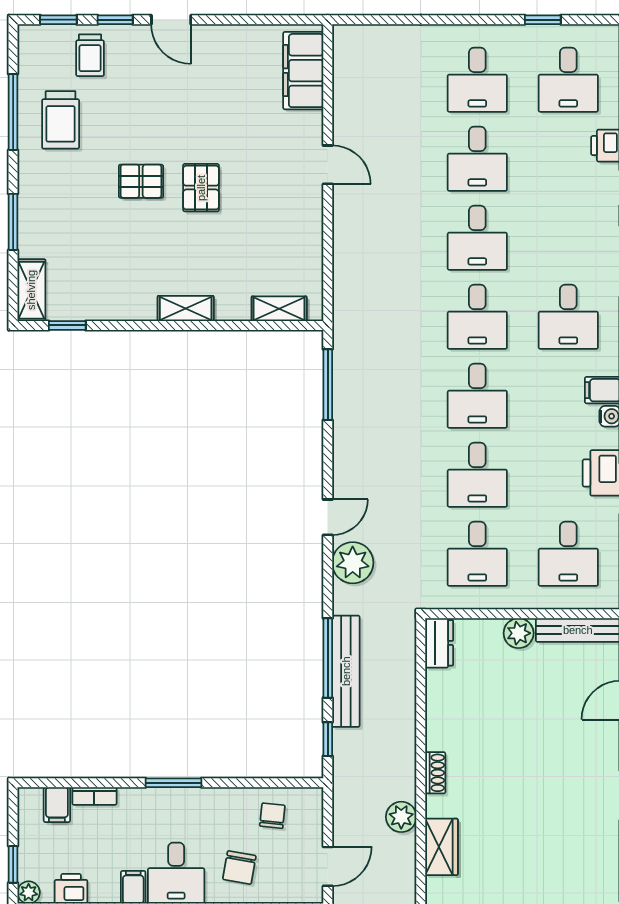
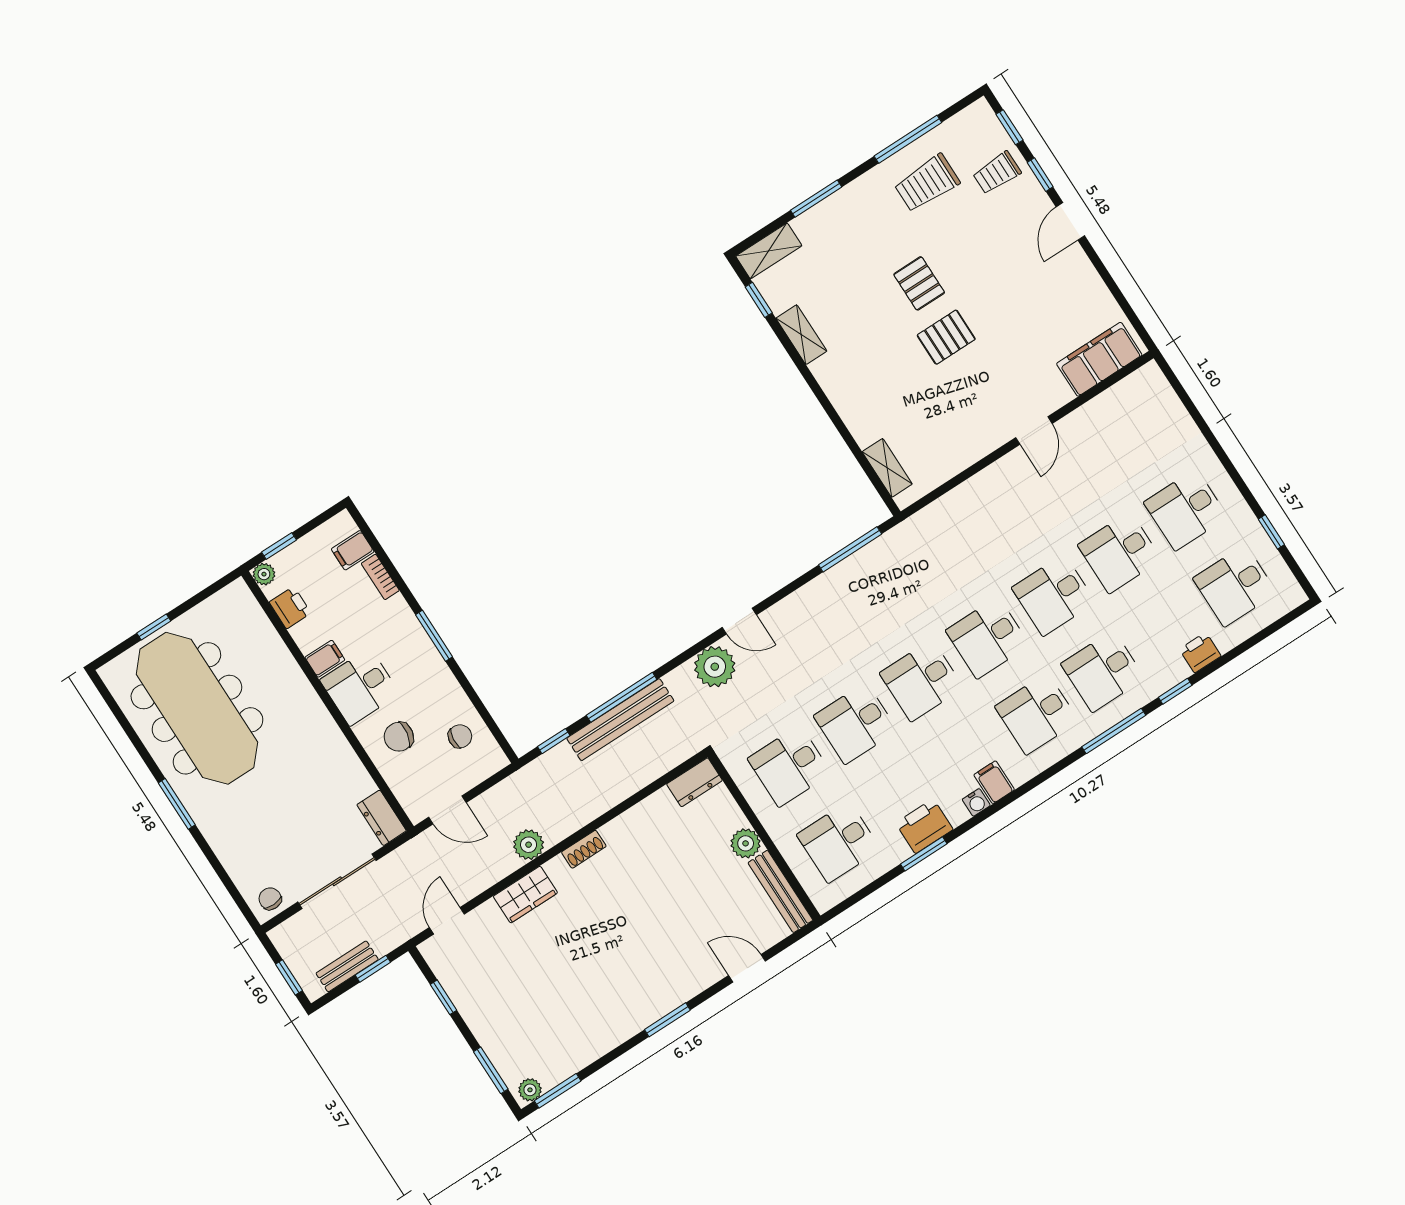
desk: (568, 238) -> (1103, 671), added
shelving: (186, 309) -> (801, 335), moved

